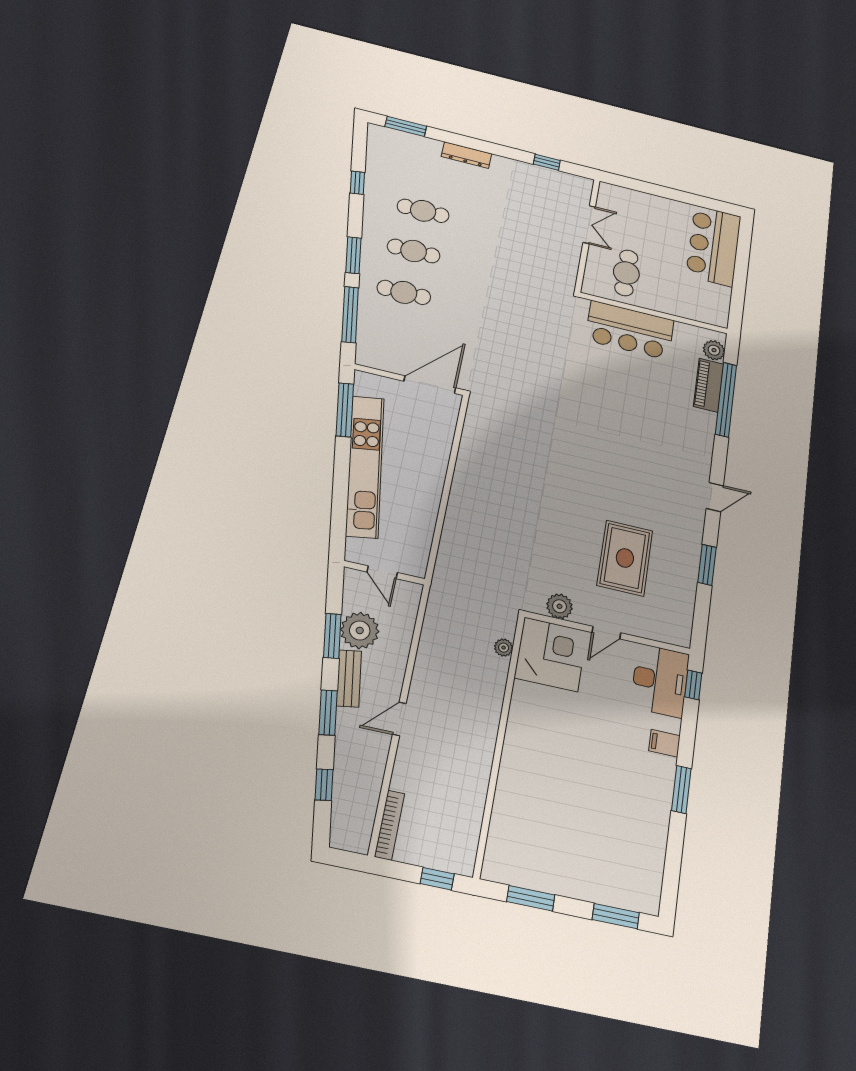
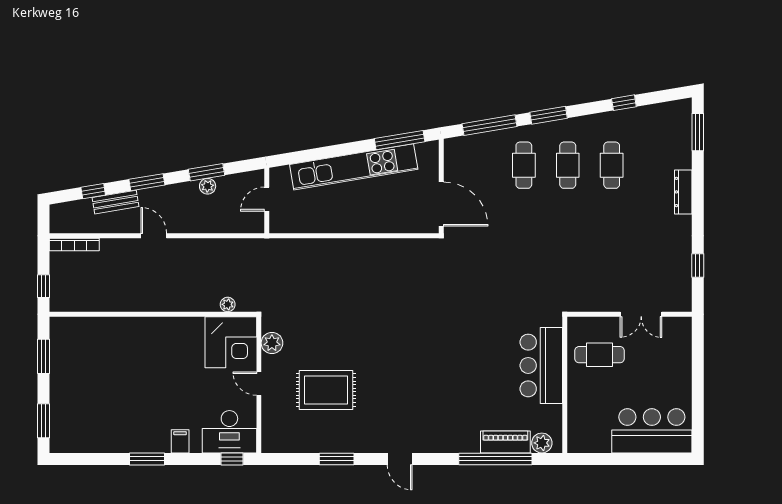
plant: (360, 630) -> (208, 186), width x0.53, depth x0.53
bench: (349, 678) -> (115, 202), moved

